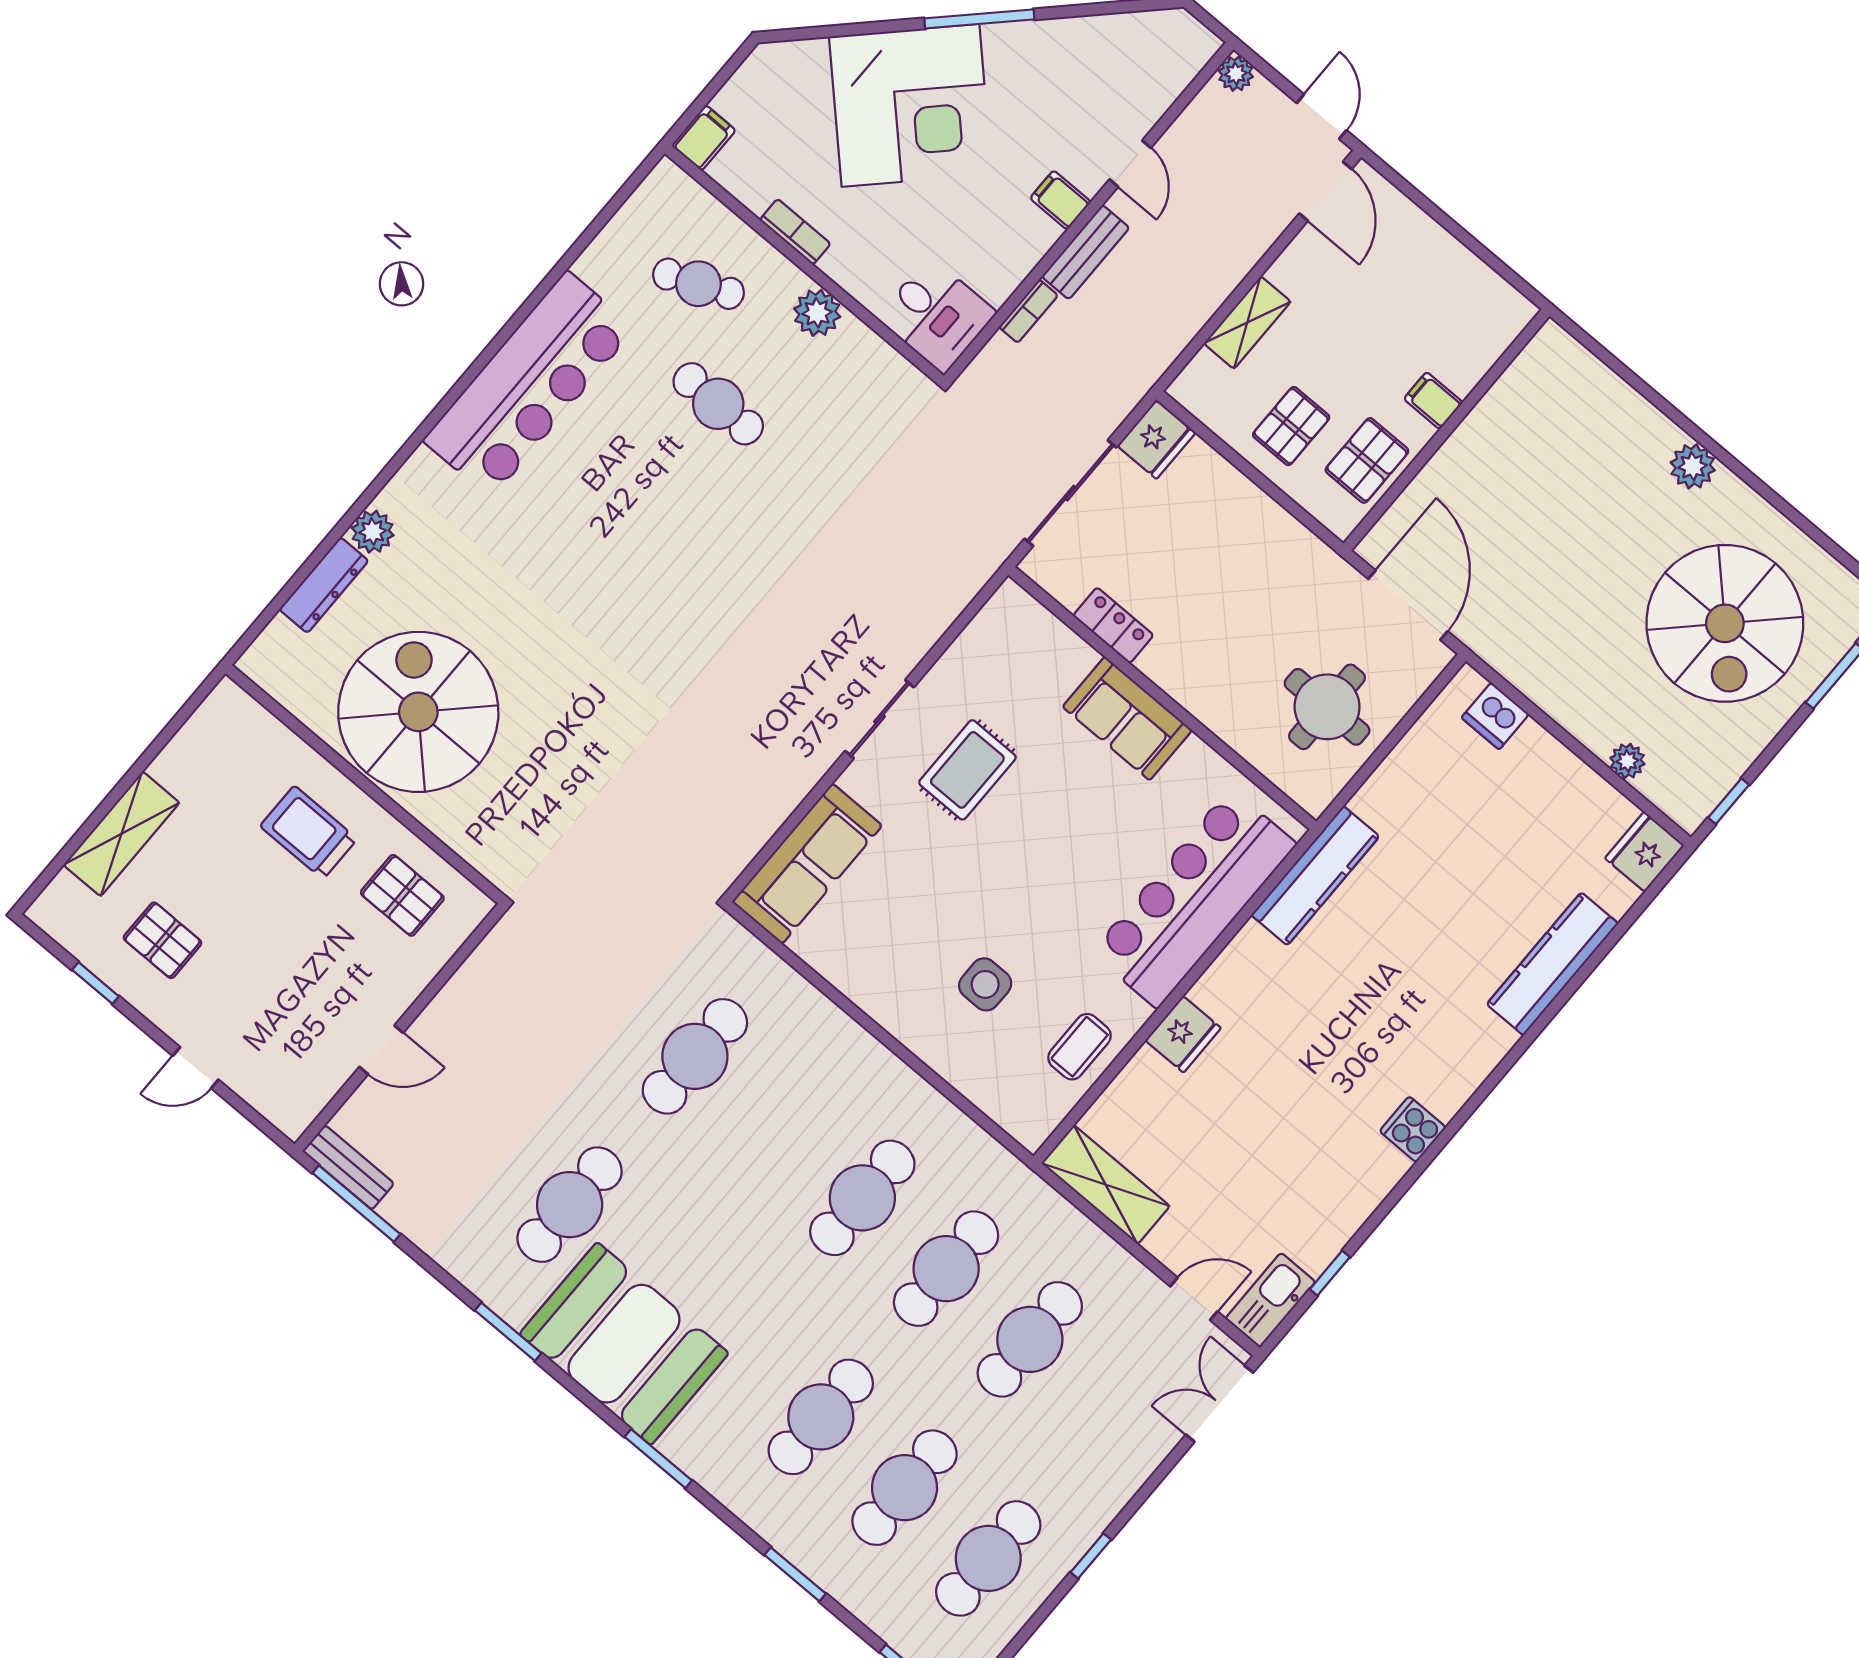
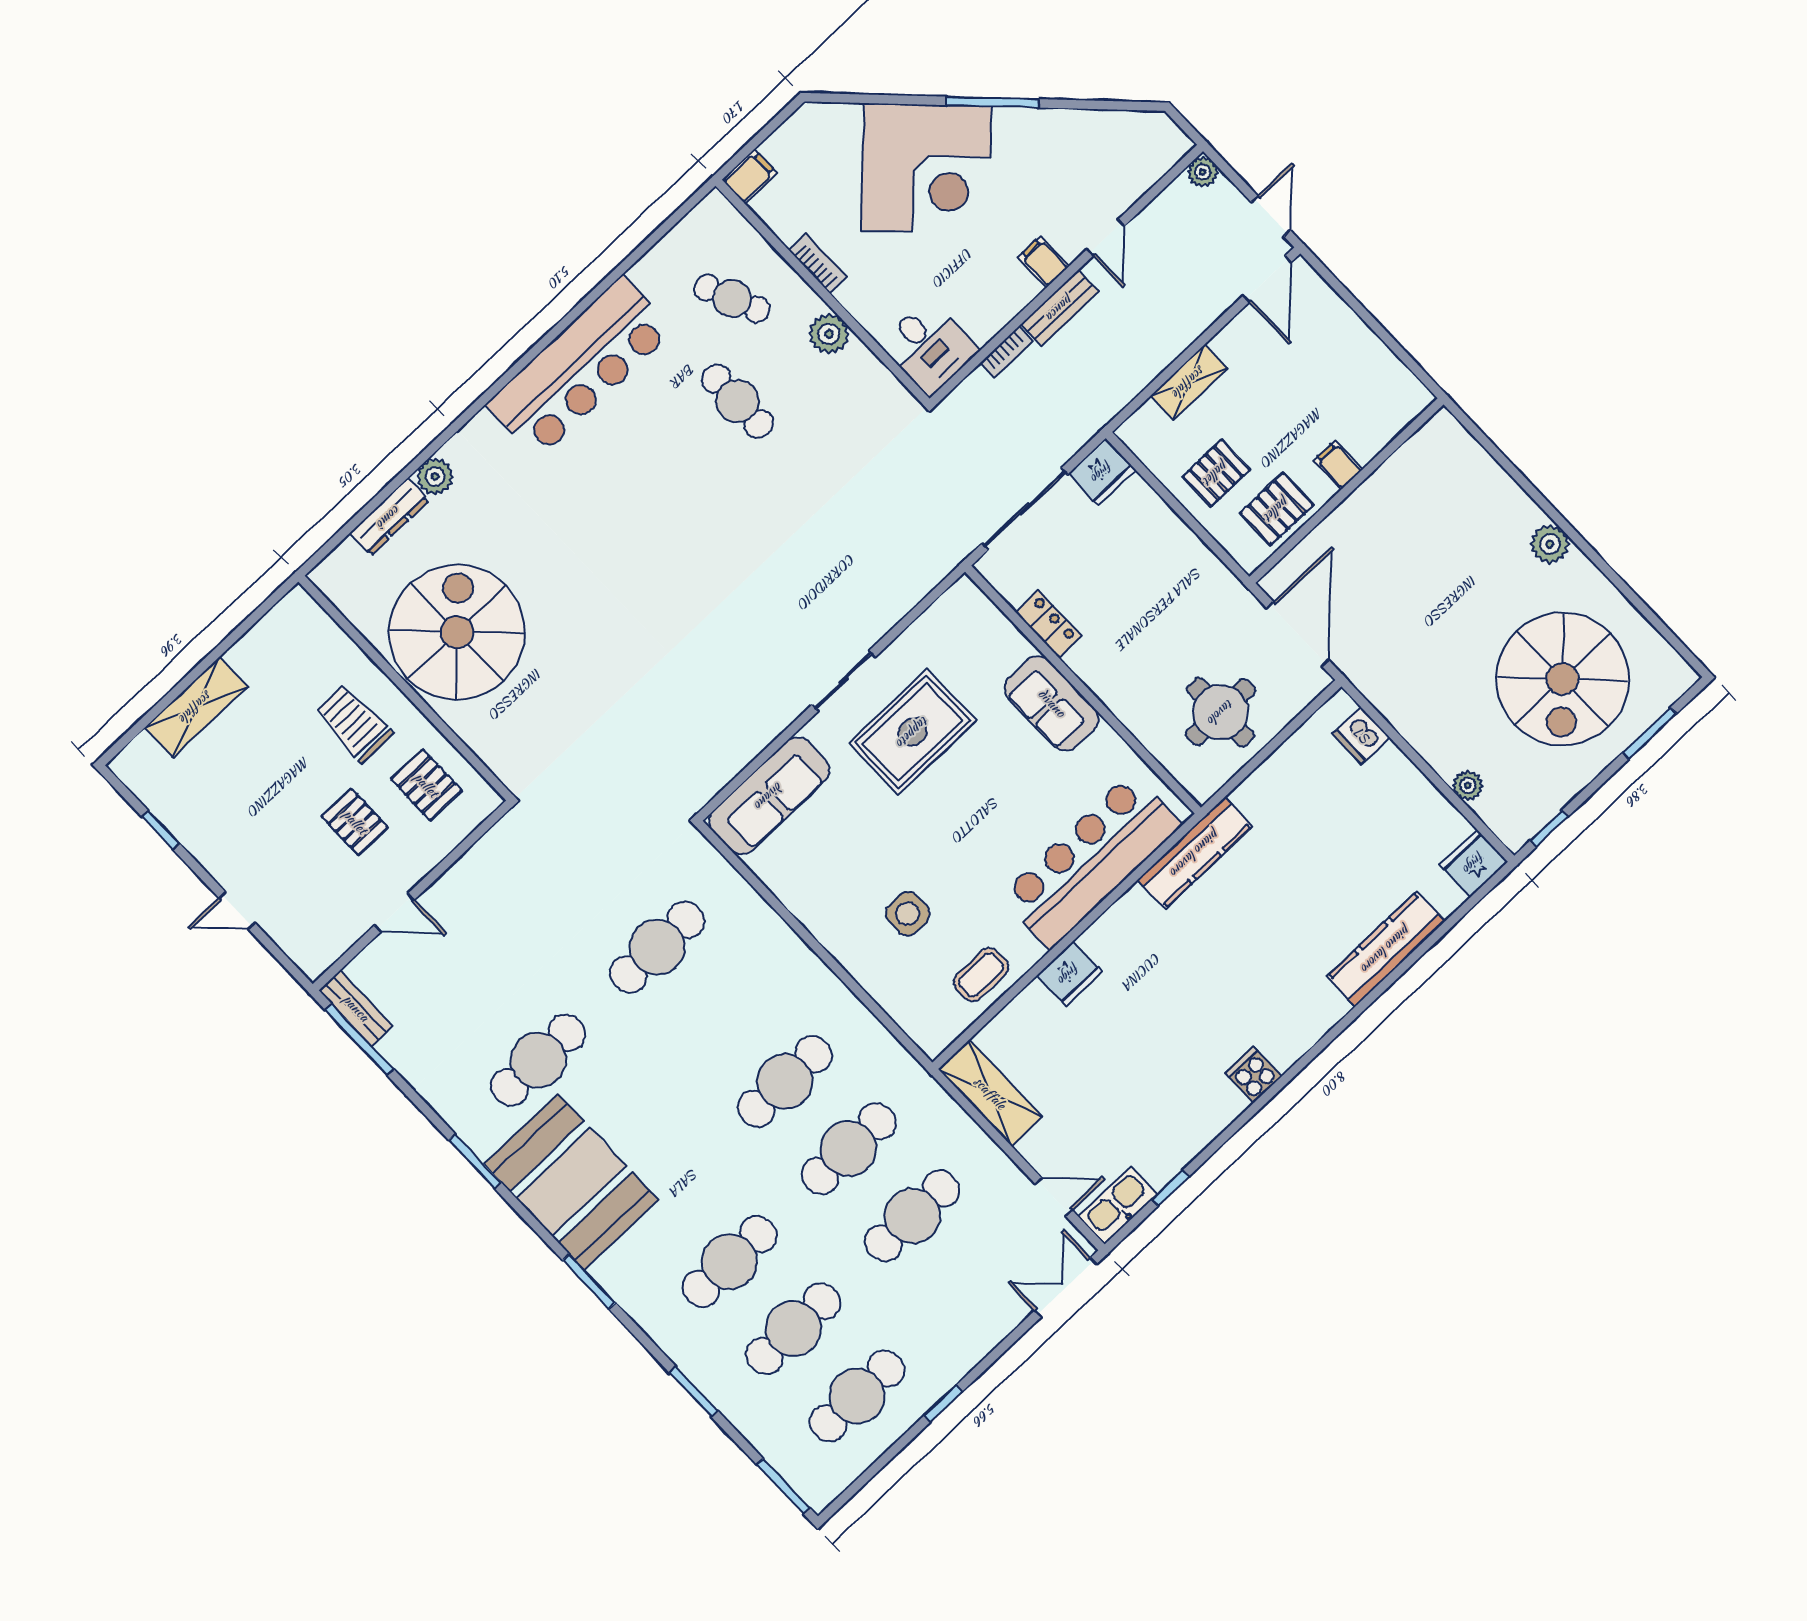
rug: (967, 770) -> (913, 732), width x1.36, depth x1.43
pallet: (163, 940) -> (355, 822), moved

